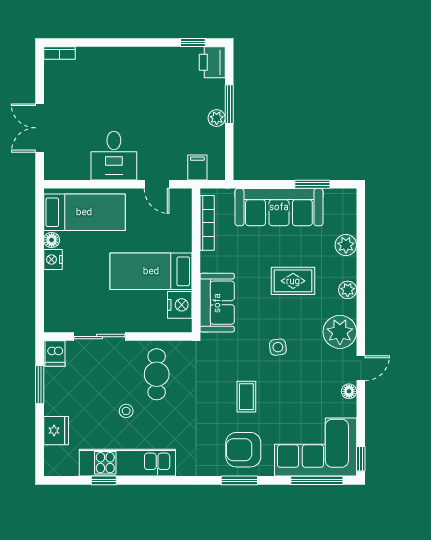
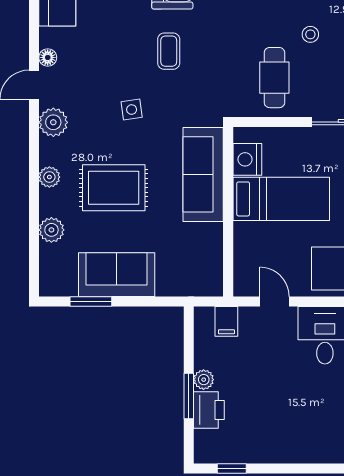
printer: (212, 62) -> (209, 410), moved
sofa: (279, 207) -> (117, 275), width x0.73
bookcase: (207, 223) -> (215, 256), removed
rug: (293, 281) -> (114, 188), width x1.36, depth x1.43
sofa: (217, 303) -> (203, 174), width x1.36
plant: (340, 332) -> (53, 122), width x0.73, depth x0.73

